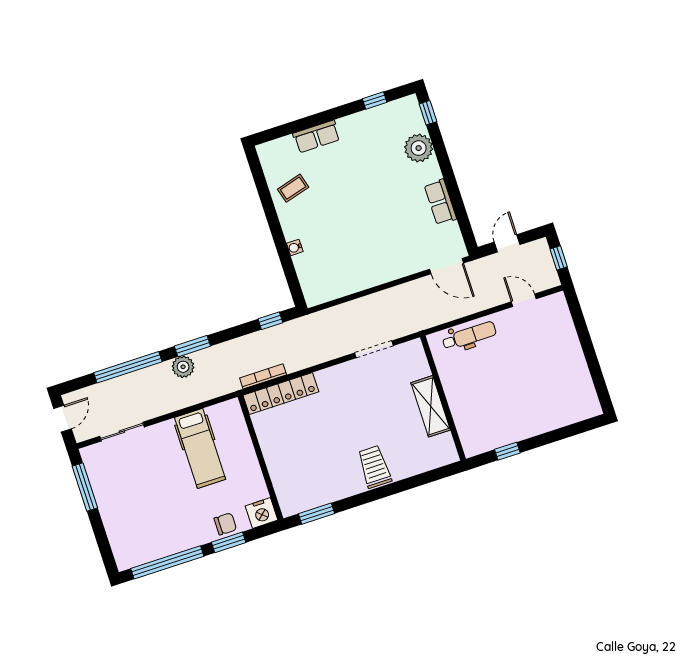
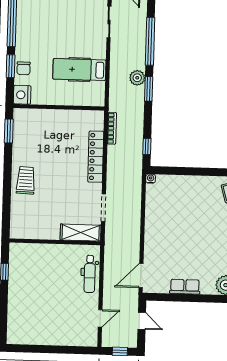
water cooler: (295, 247) -> (151, 179), moved
locker: (281, 393) -> (96, 157), moved
shelving: (431, 406) -> (81, 233), moved
trolley: (374, 467) -> (26, 180), turned -88

